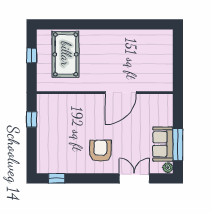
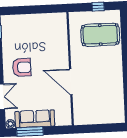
window: (32, 119) -> (45, 9), removed
sofa: (163, 144) -> (35, 119), width x1.36

